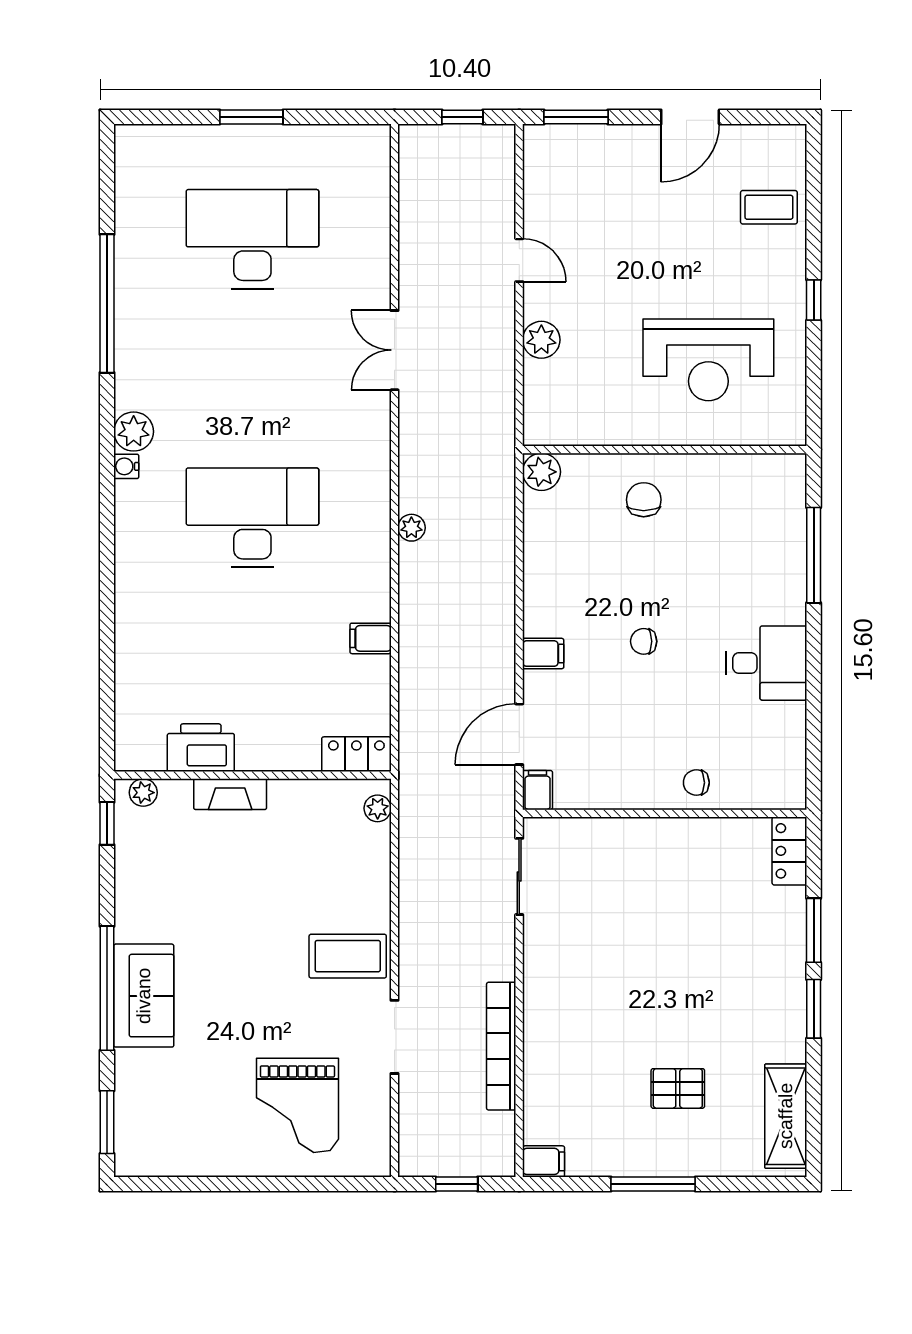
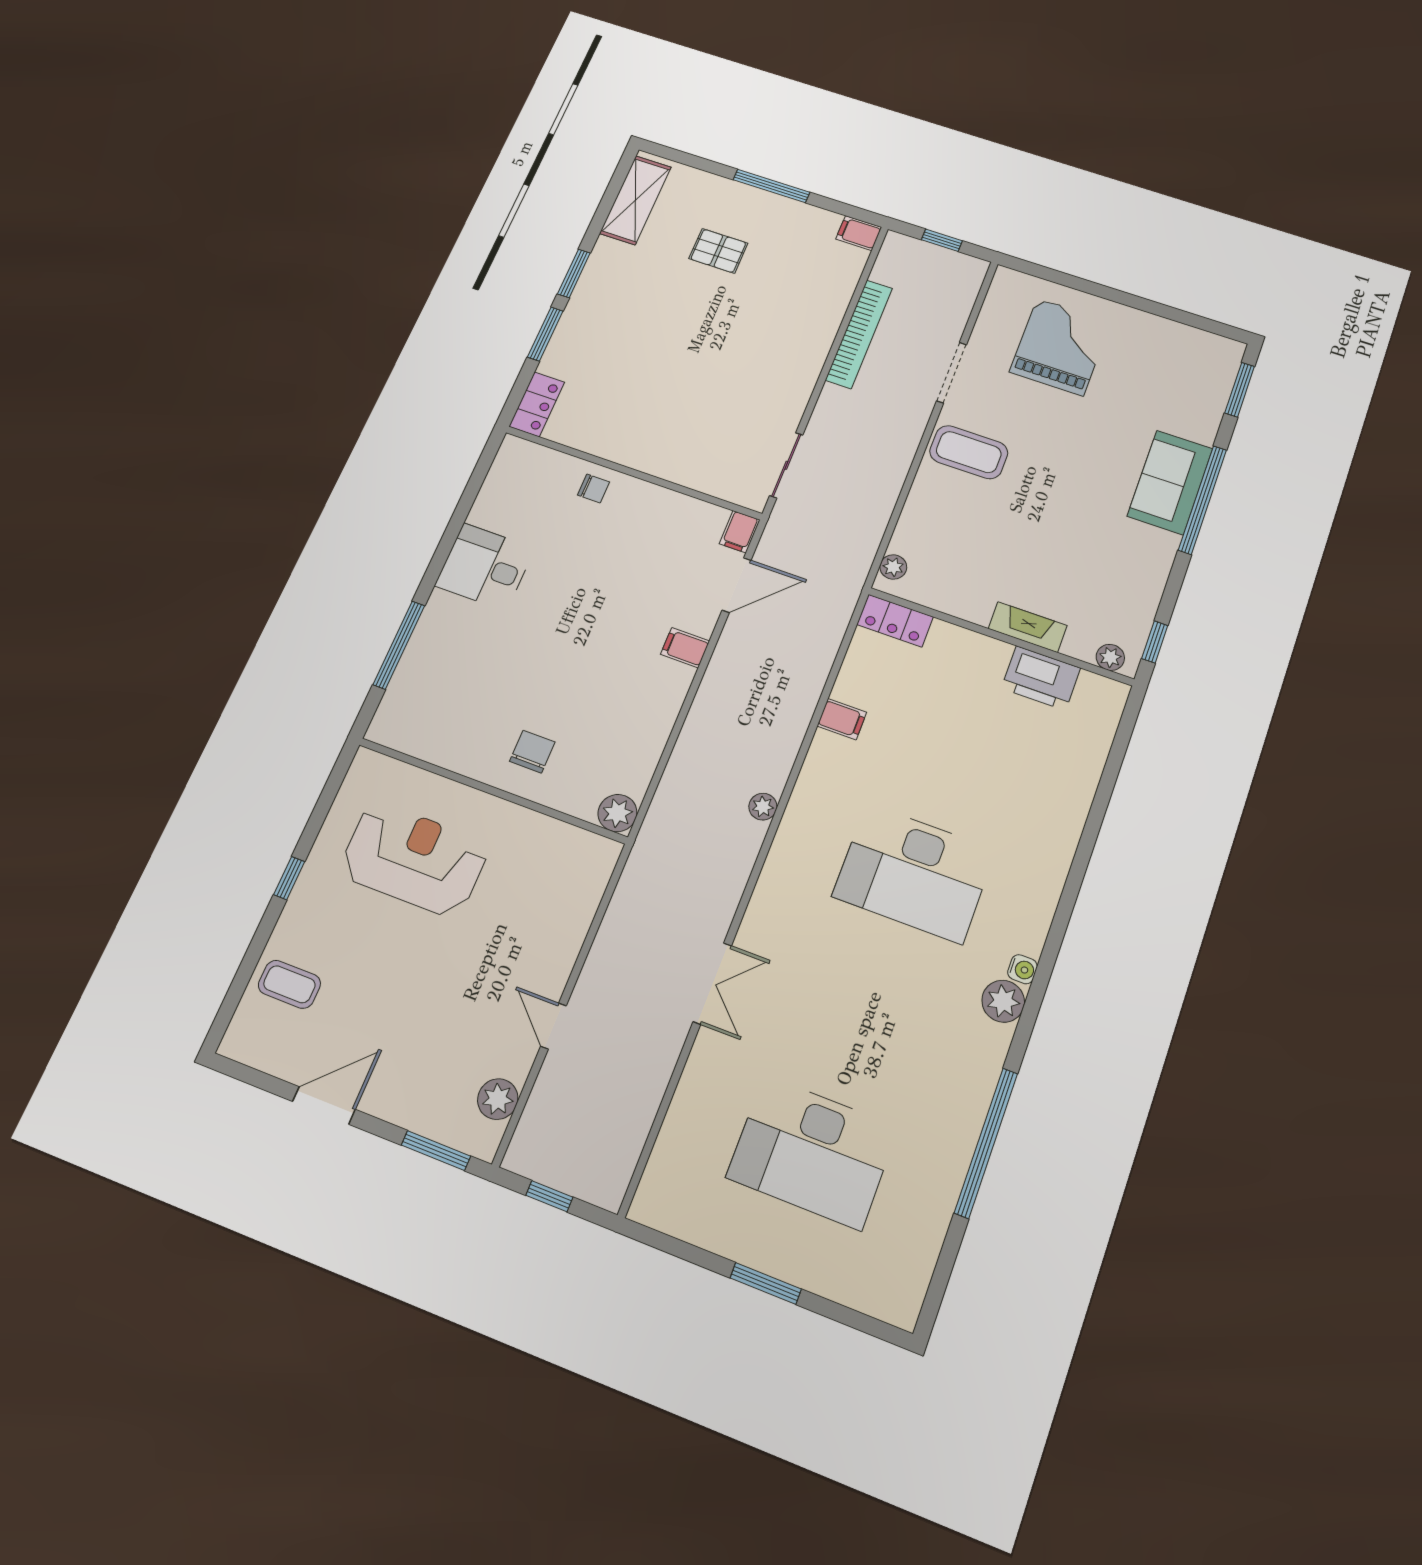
plant: (541, 340) -> (498, 1099), moved
chair: (644, 500) -> (532, 752), turned 180
chair: (644, 641) -> (588, 625), removed

